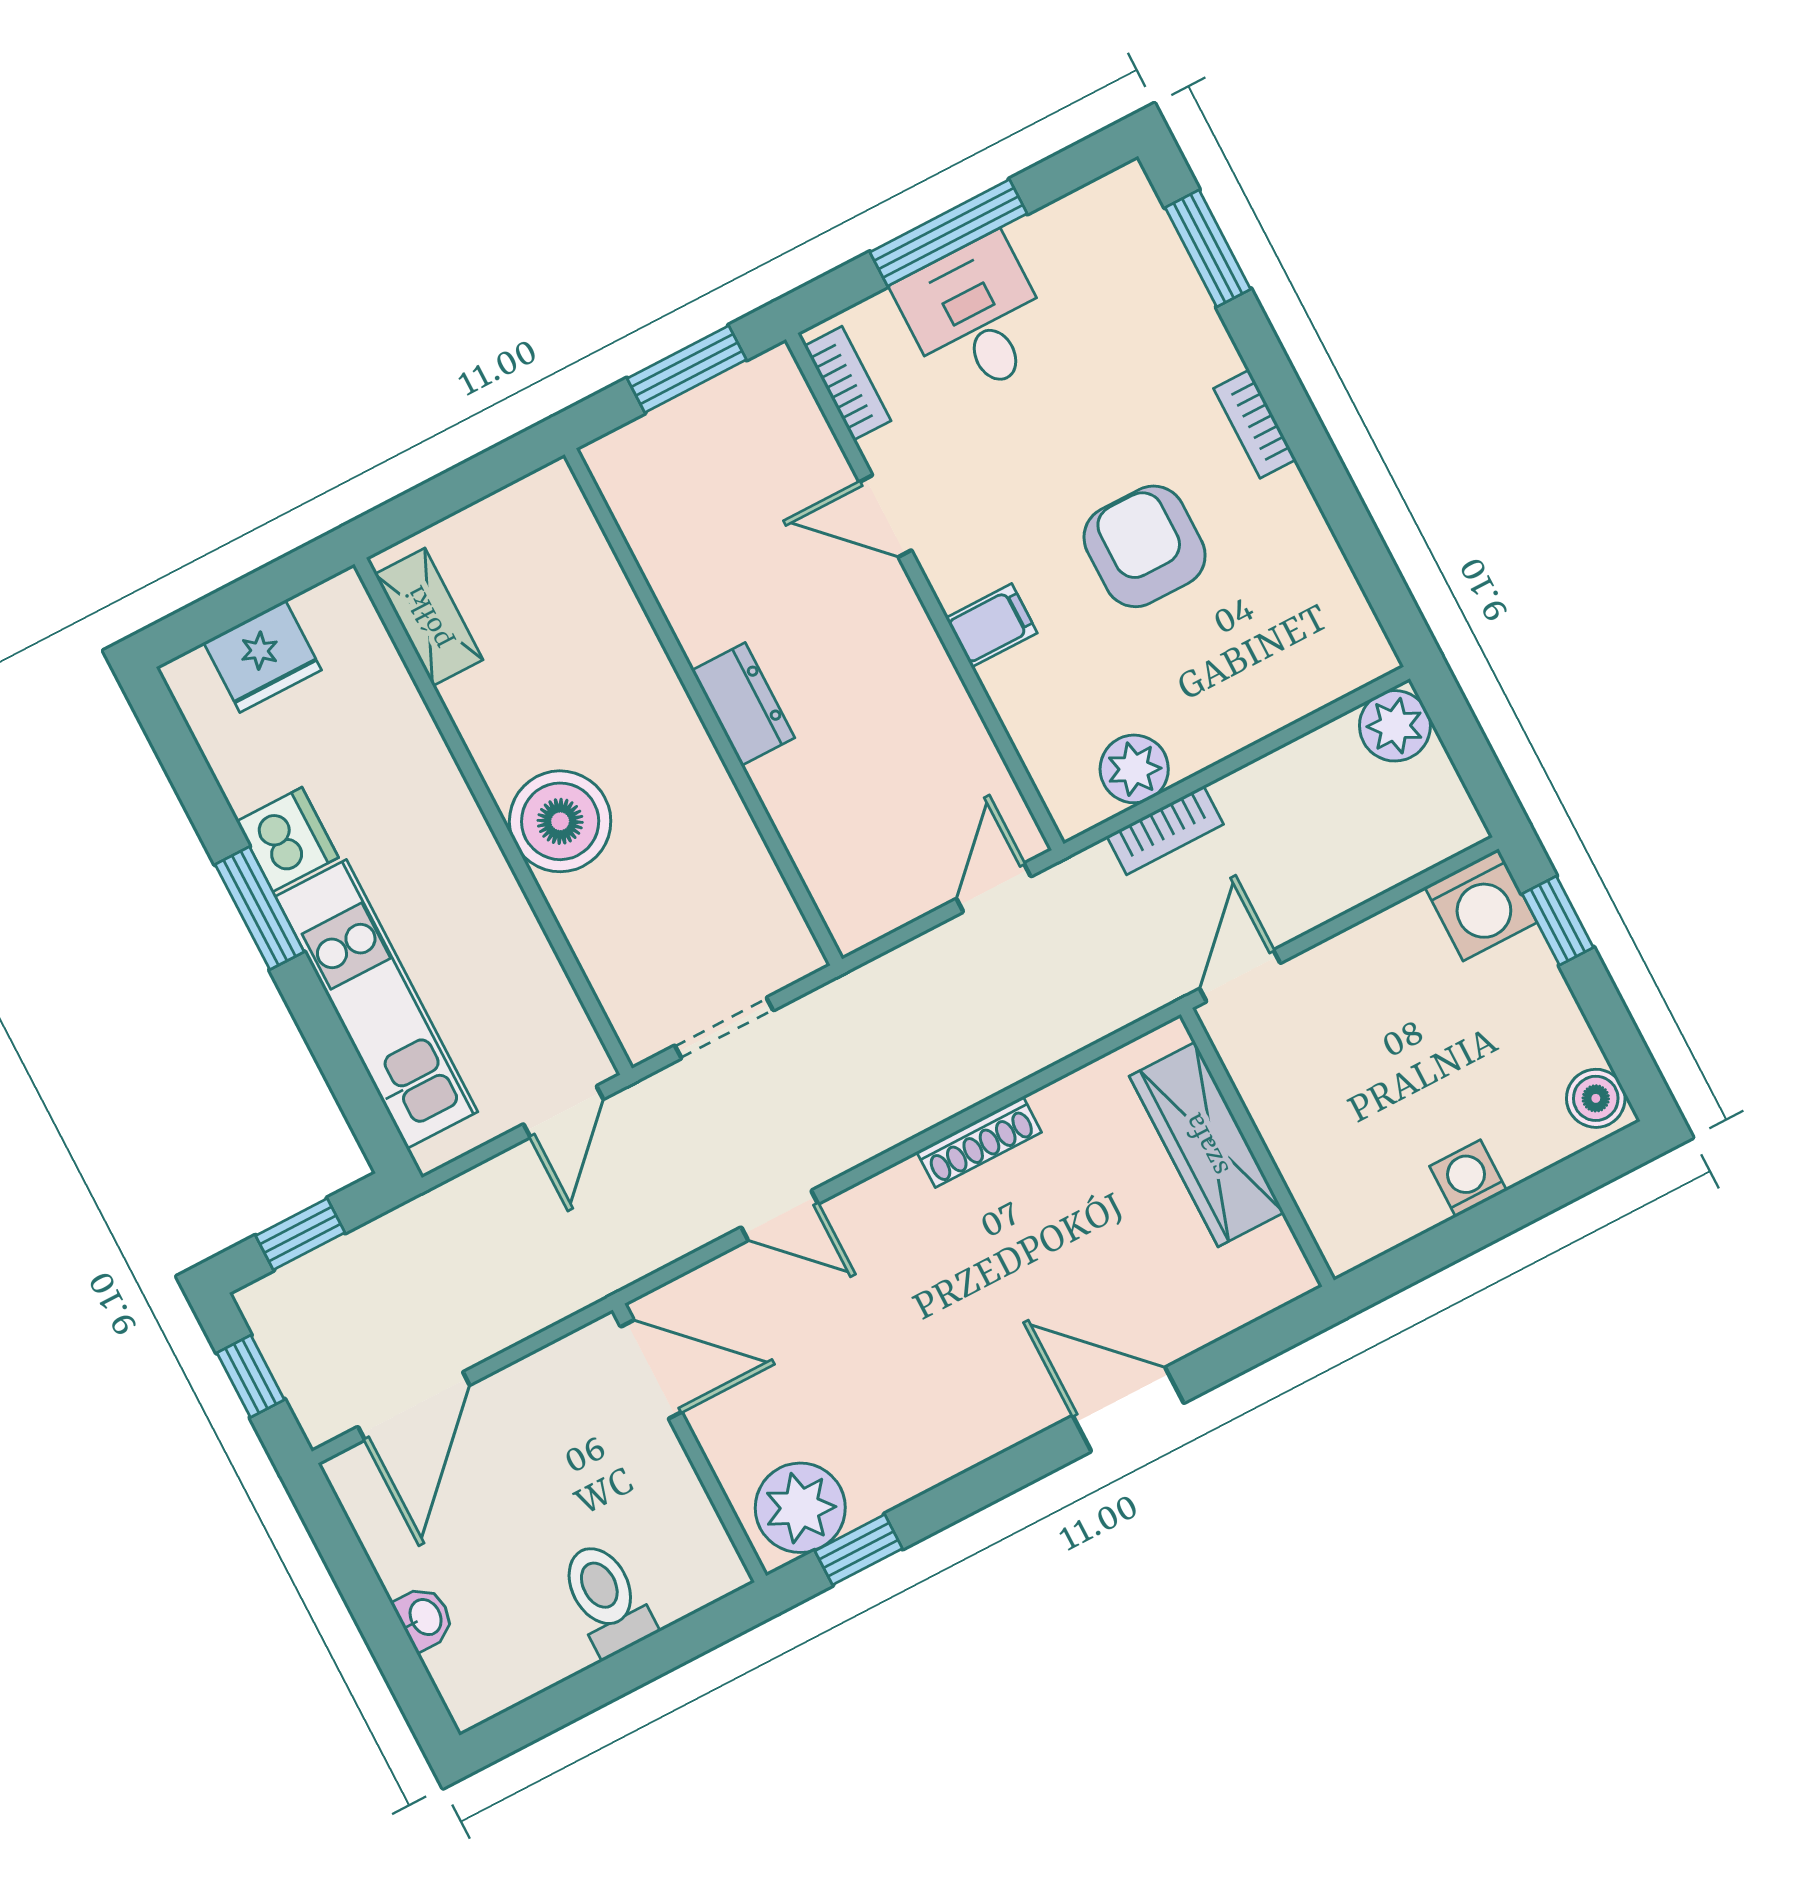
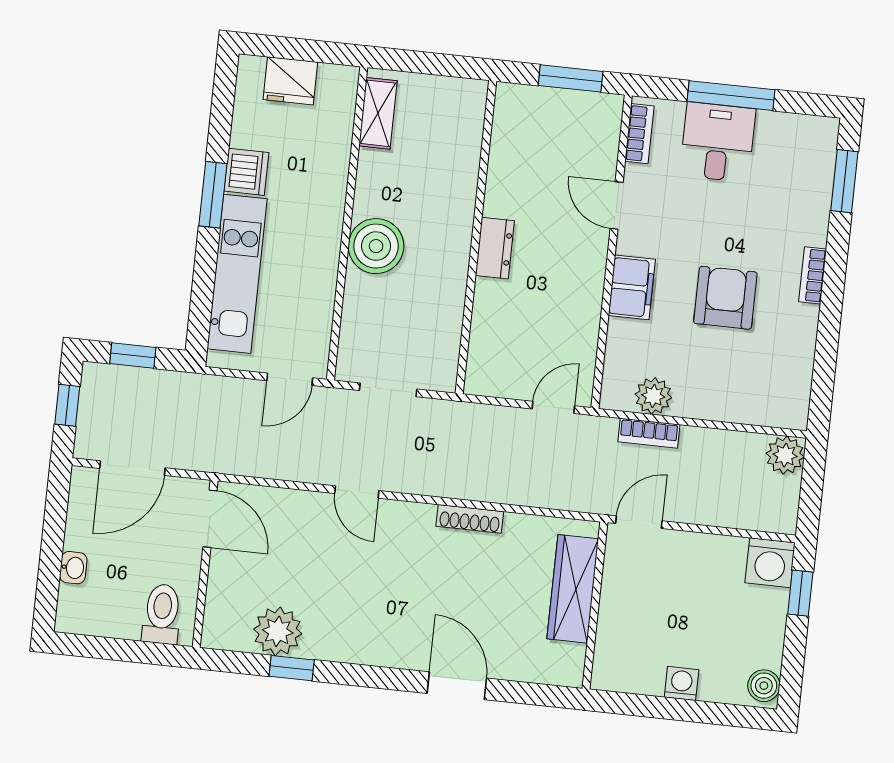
filing cabinet: (992, 625) -> (632, 287), width x2.00
door: (651, 1369) -> (210, 519), moved
wall: (690, 1443) -> (205, 564), moved

